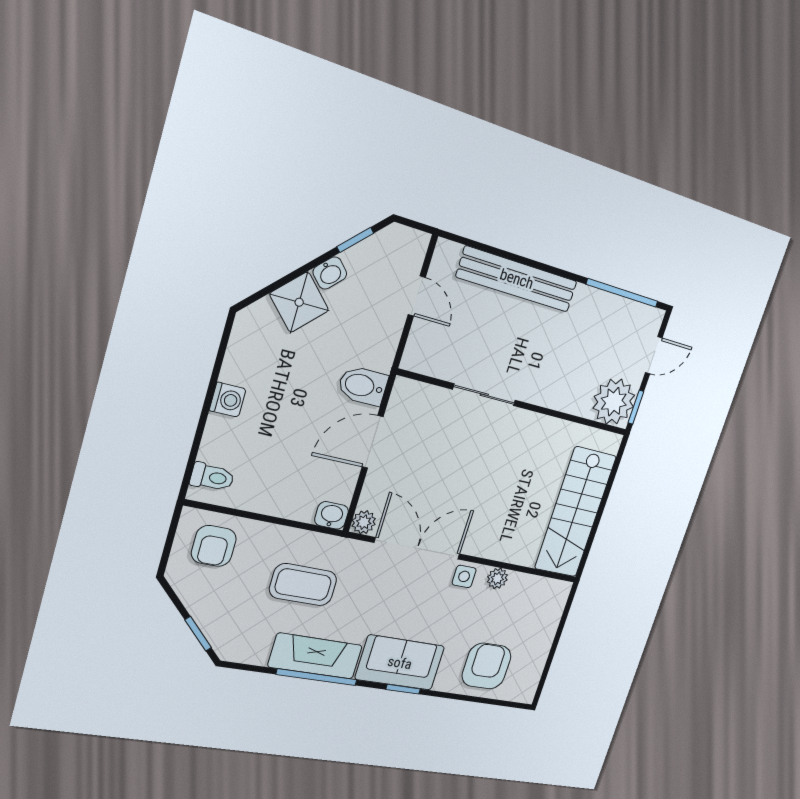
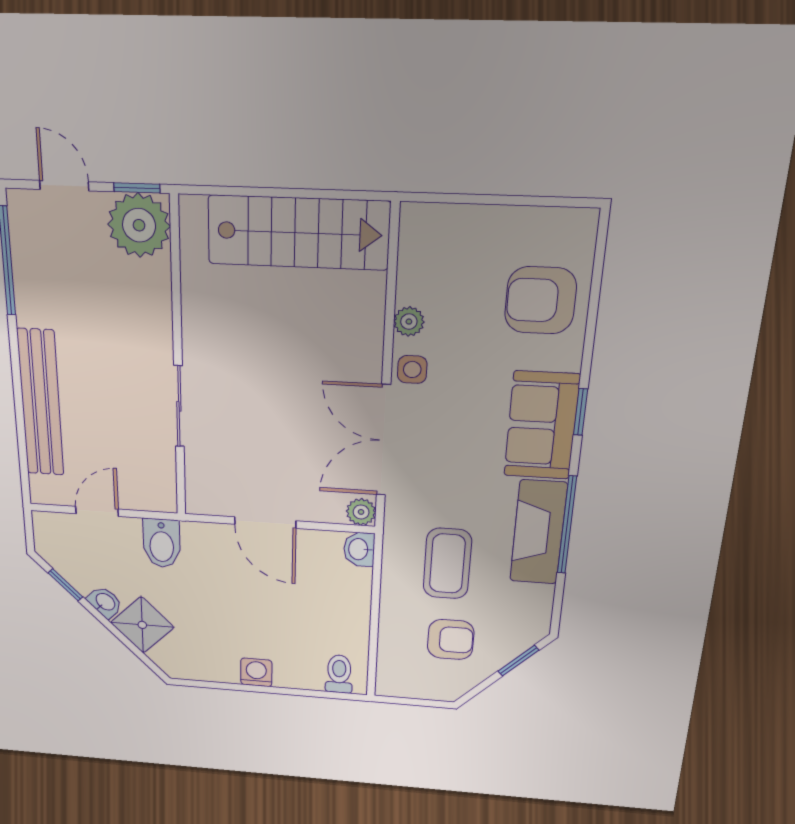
bidet: (363, 386) -> (162, 543), moved
armchair: (214, 546) -> (451, 640), moved

